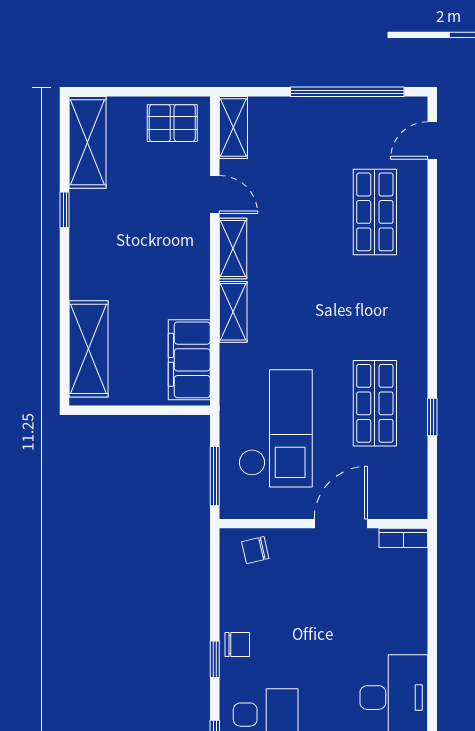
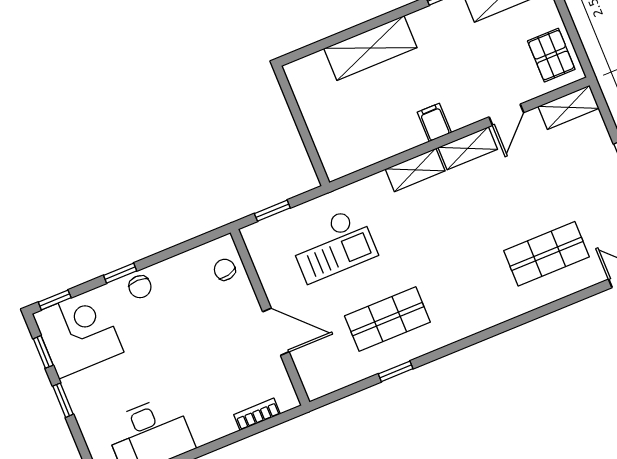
shelving: (89, 349) -> (370, 48), moved
filing cabinet: (189, 360) -> (434, 122), moved, width x0.33, depth x0.86
checkout: (275, 428) -> (333, 245), width x0.73, depth x0.83
window: (215, 476) -> (272, 211), width x0.67
bookcase: (403, 538) -> (257, 414), moved, turned 90

